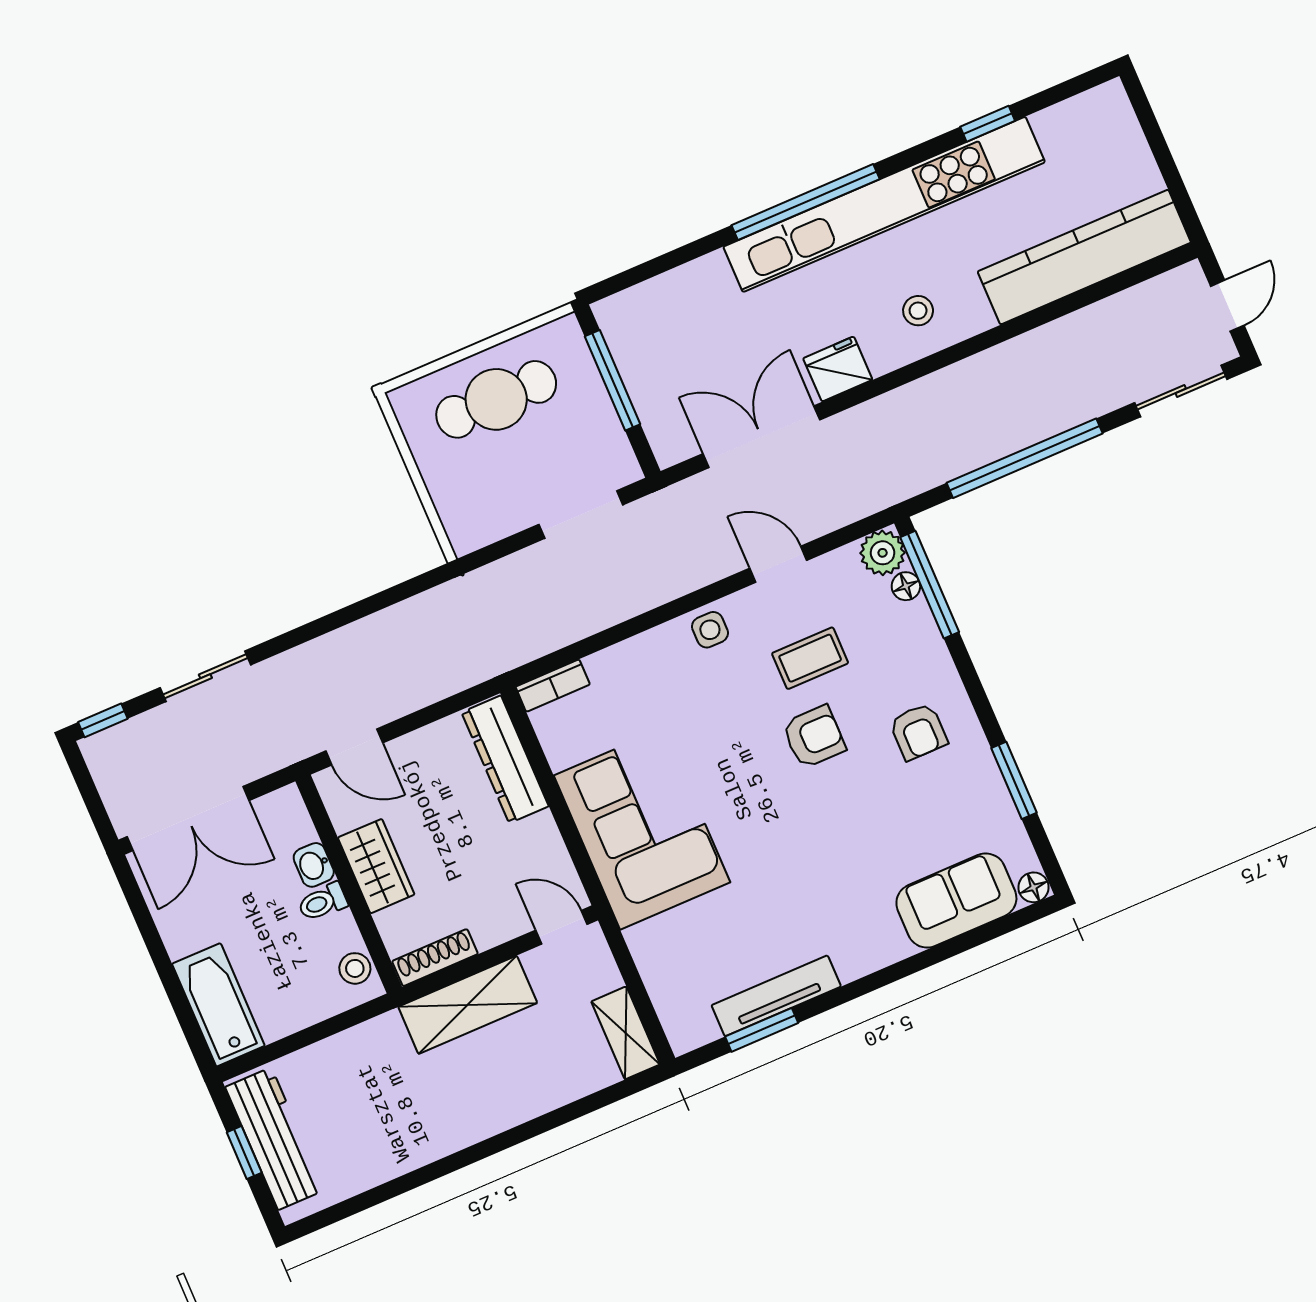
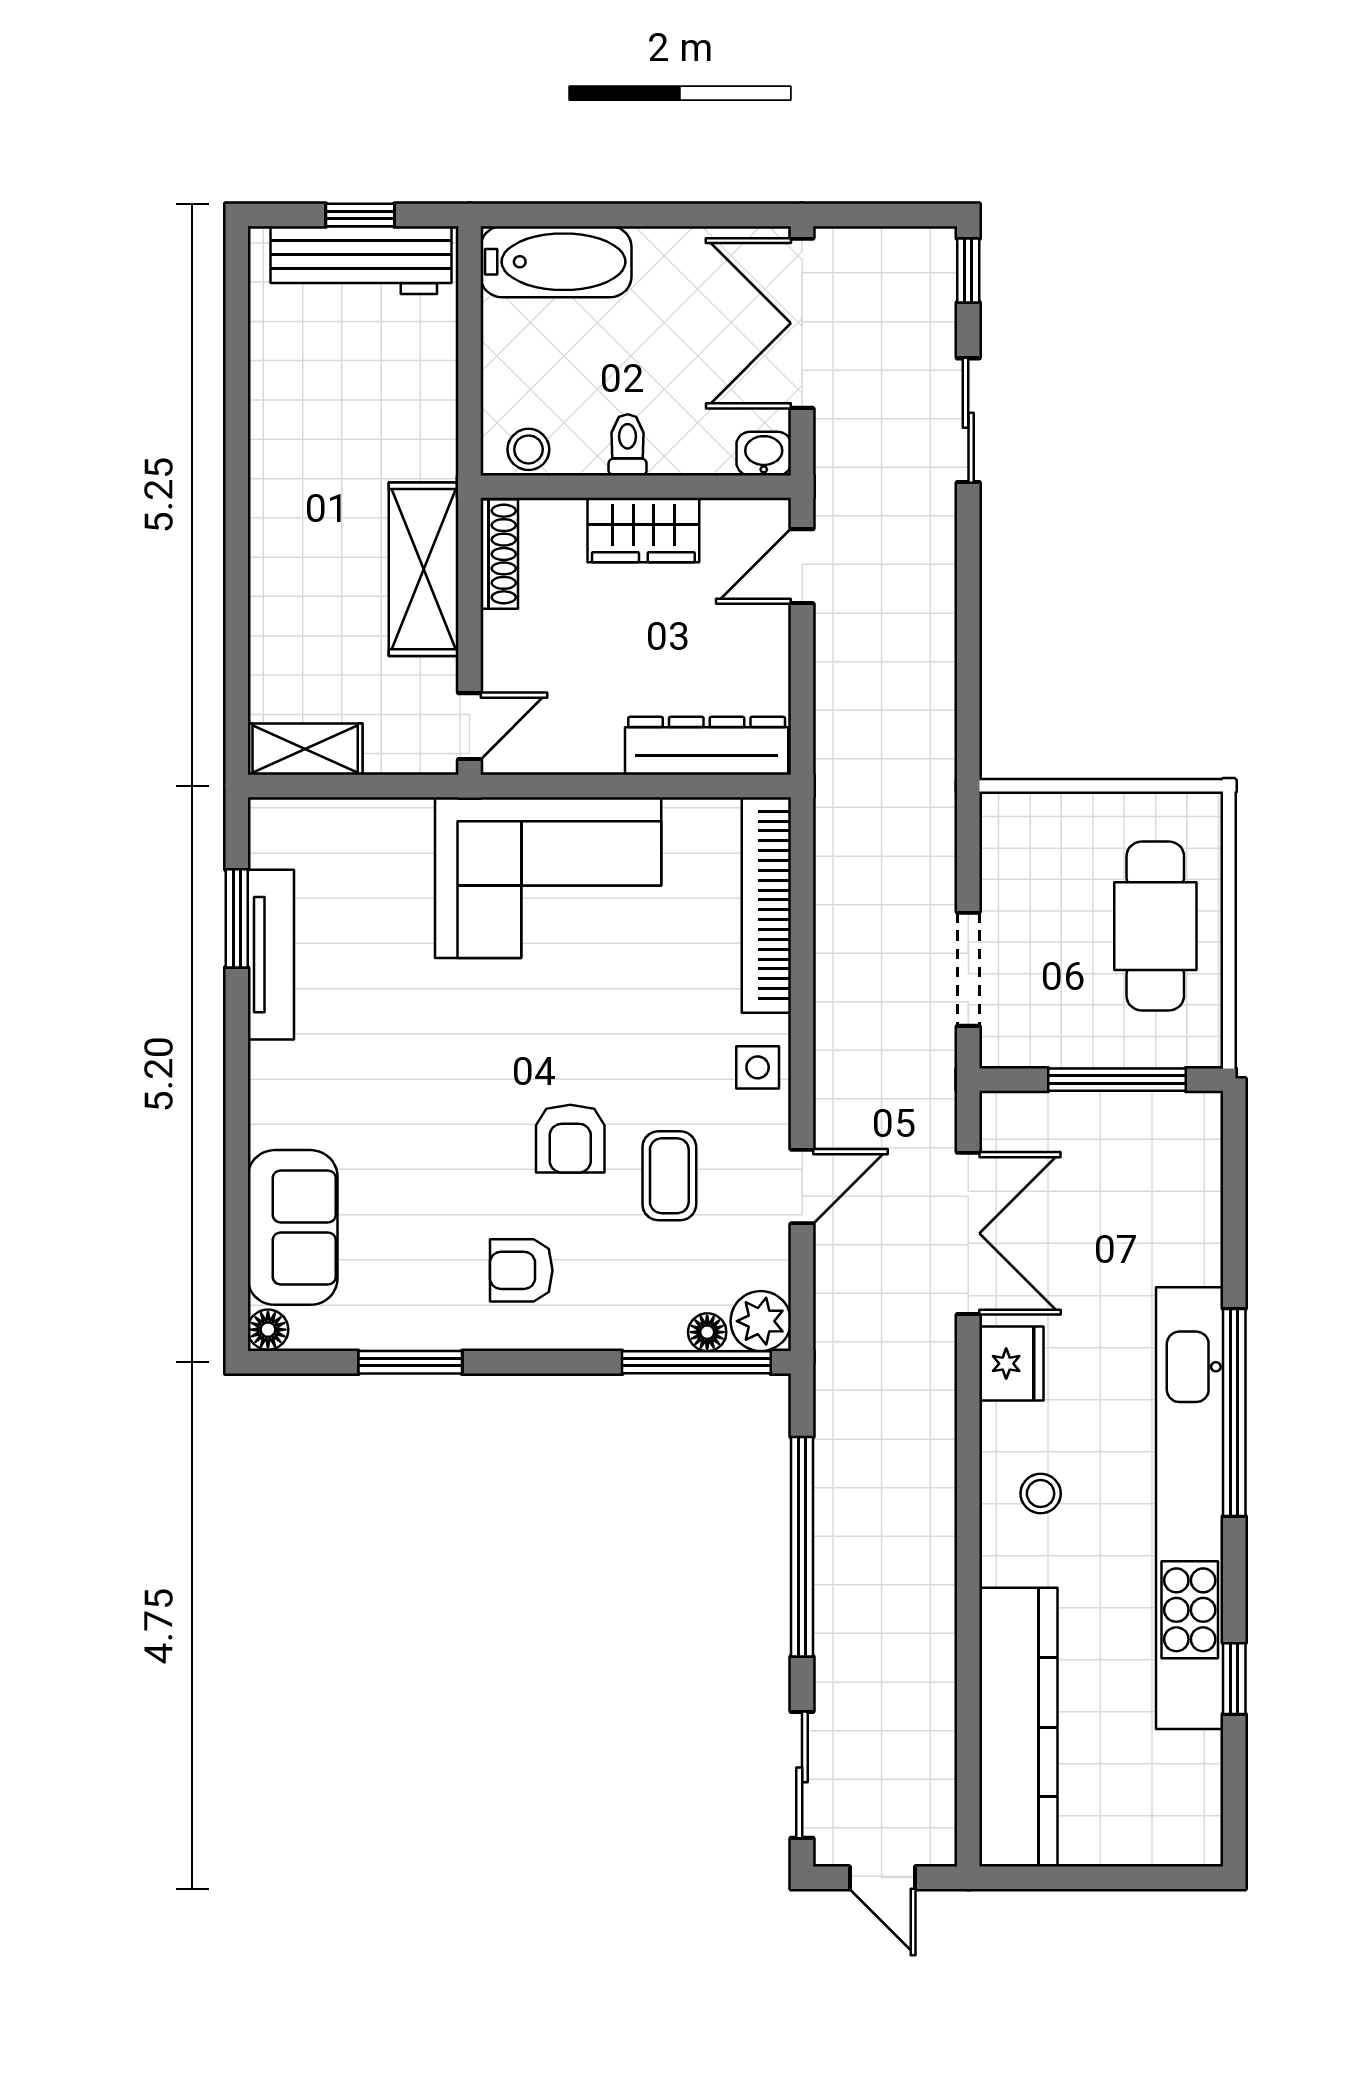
bookcase: (553, 686) -> (766, 905), width x2.31, depth x1.31
washbasin: (314, 865) -> (764, 454), moved

